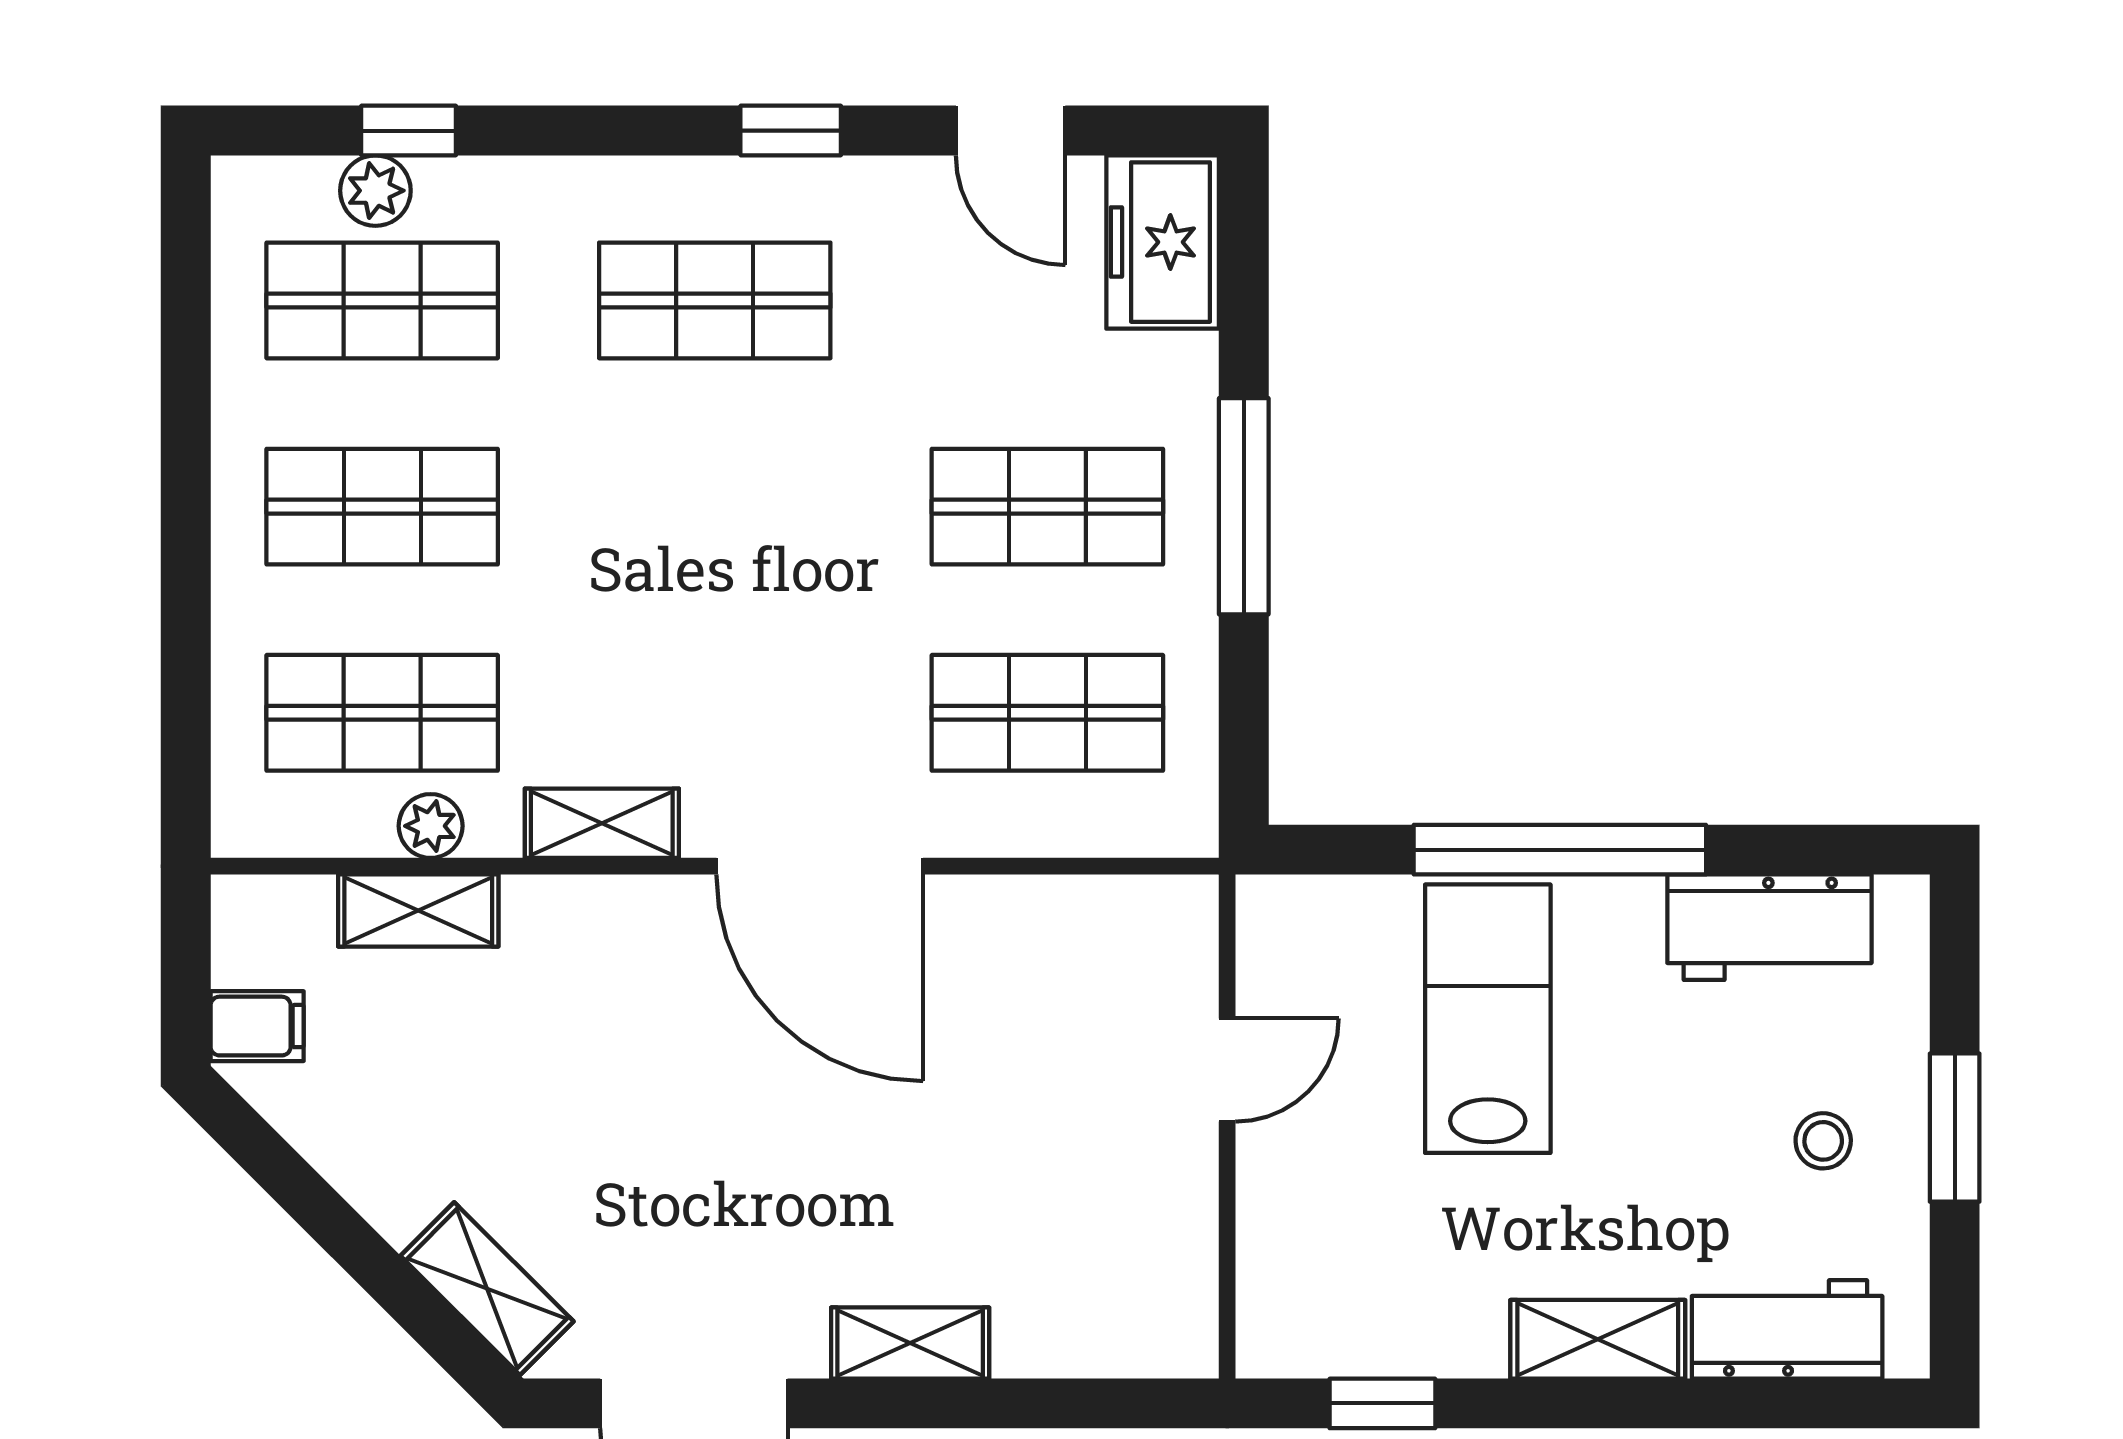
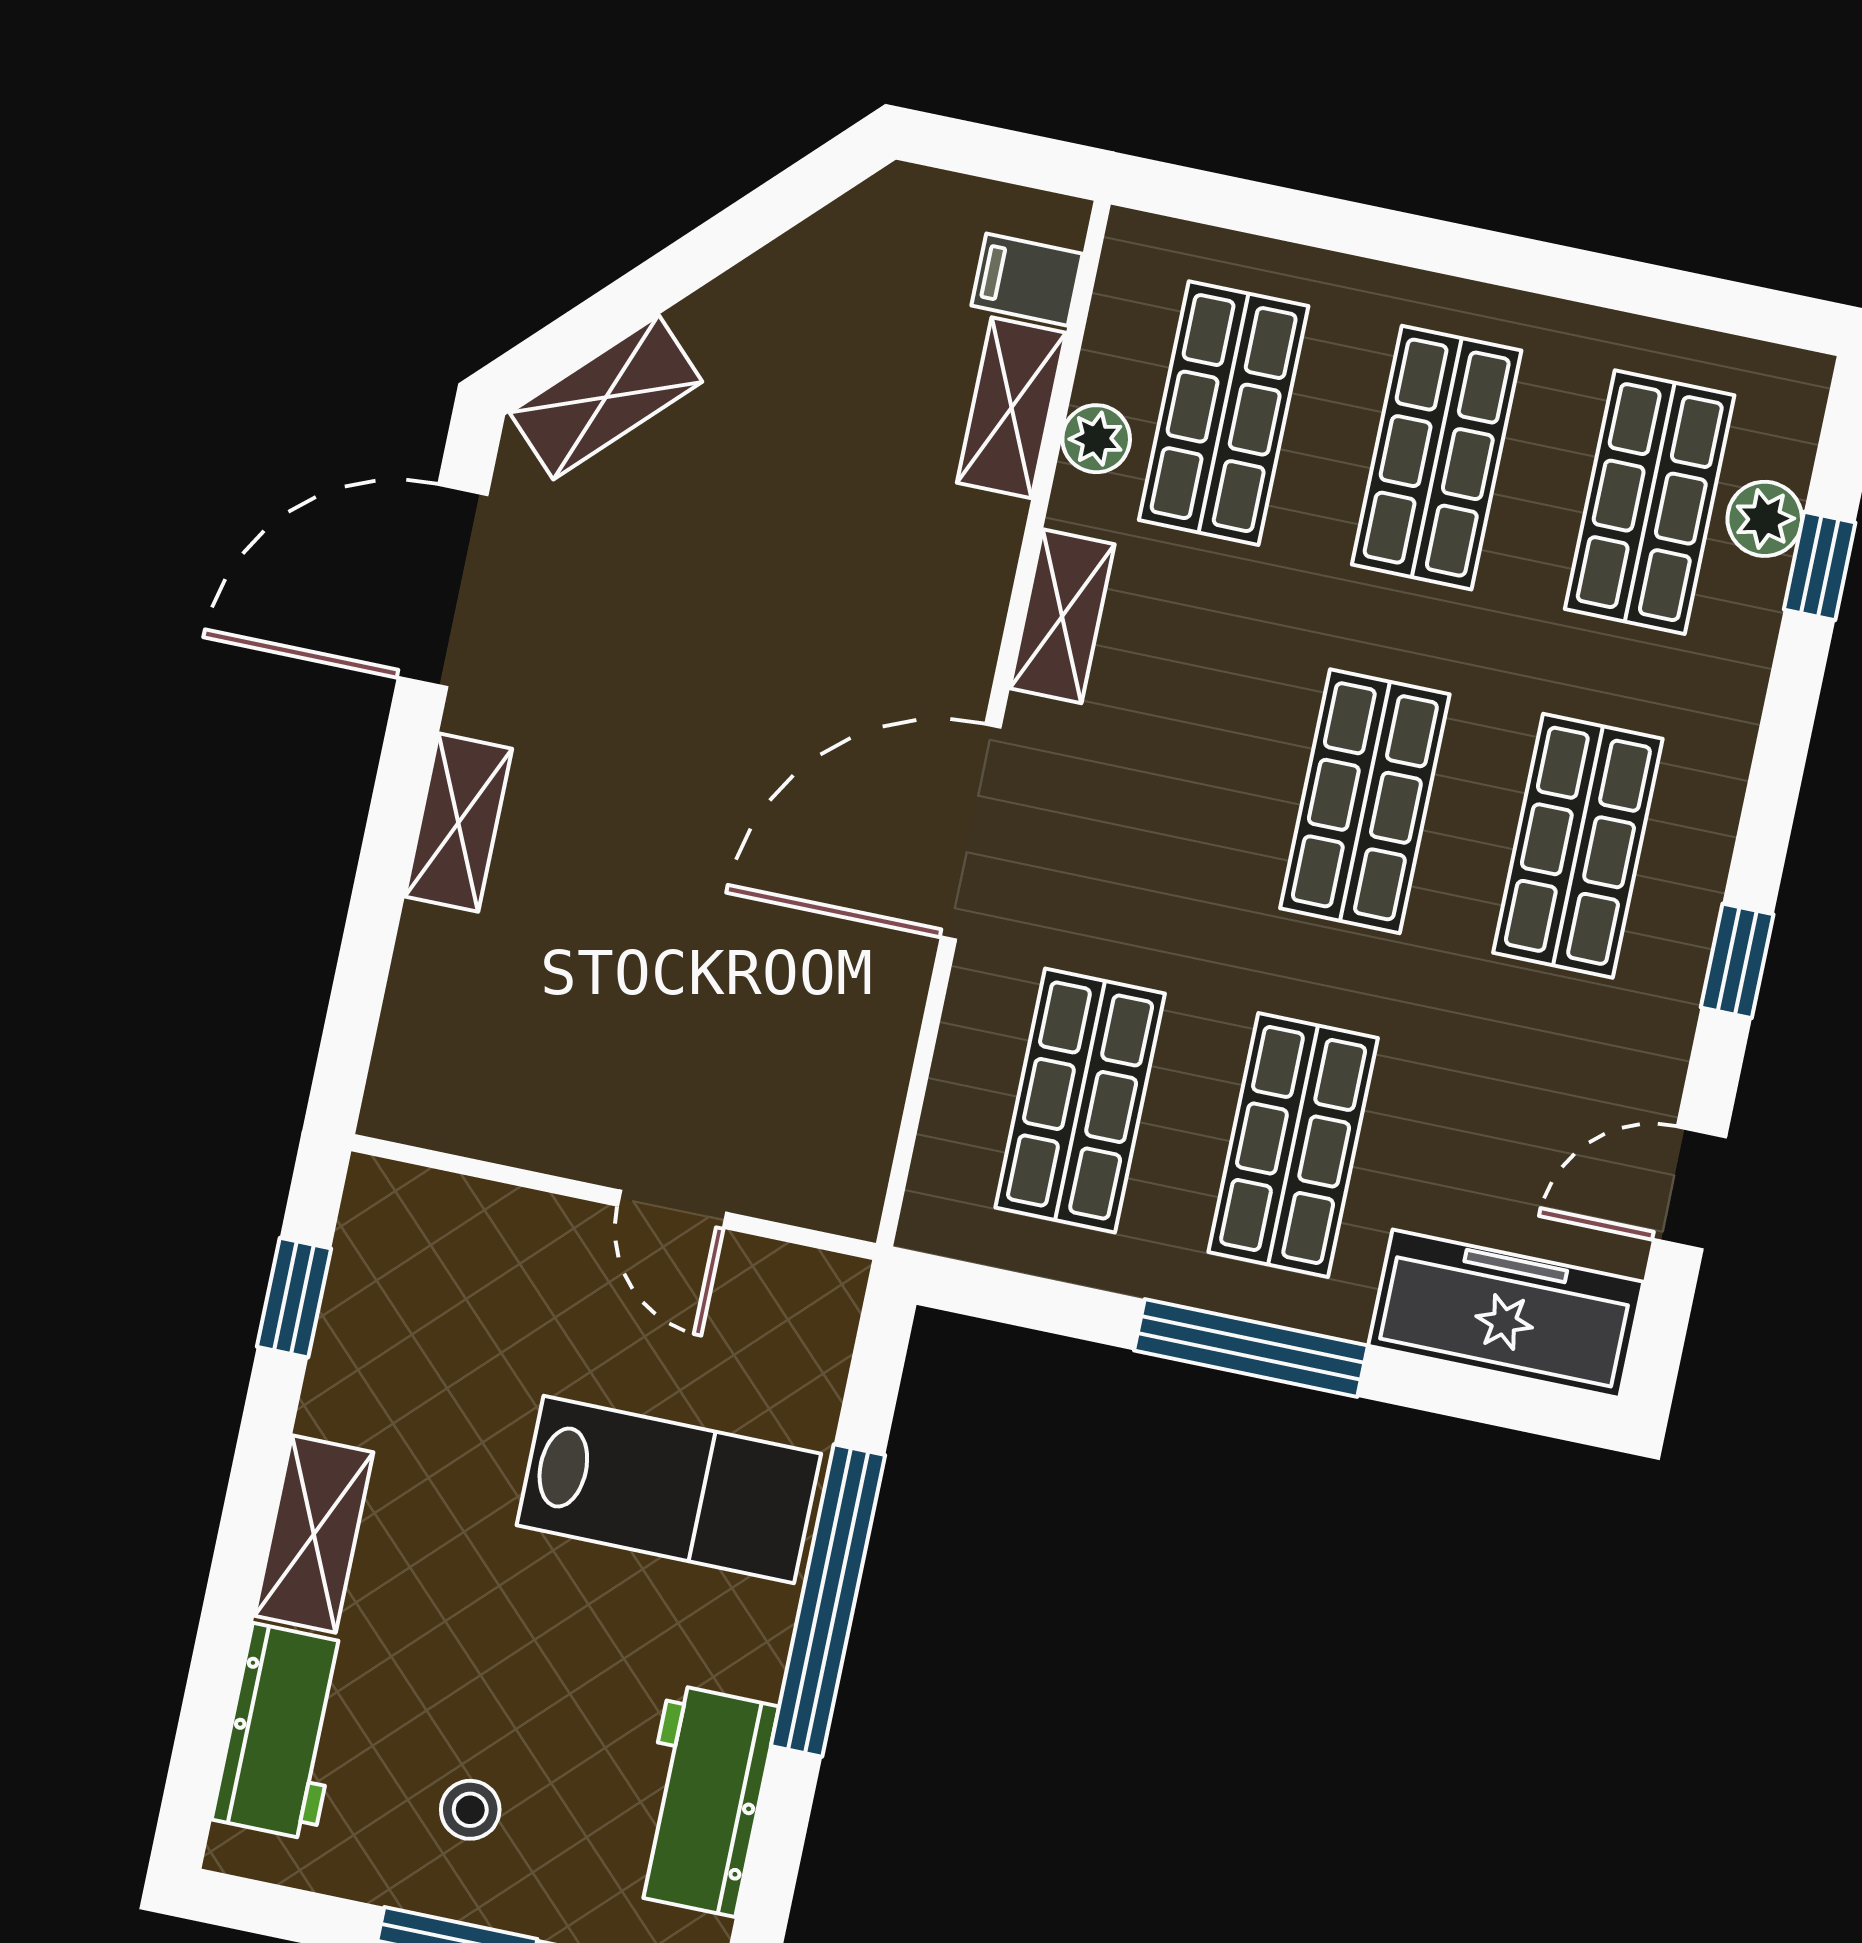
freezer: (1163, 242) -> (1506, 1314), width x1.40
shop shelf: (715, 507) -> (1365, 801), added
filing cabinet: (257, 1026) -> (1027, 280), moved, turned 90

